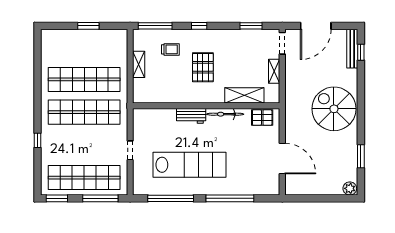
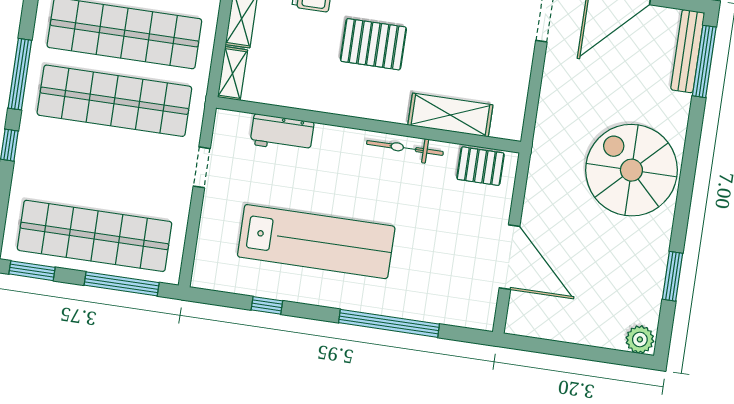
window: (361, 52) -> (704, 61), width x2.17
pallet: (203, 67) -> (373, 44), turned 90
shelving: (274, 71) -> (233, 73), moved
window: (37, 106) -> (20, 74), added
workbench: (191, 116) -> (282, 133), moved
doorway: (130, 150) -> (202, 167), moved
window: (171, 198) -> (267, 305), width x0.32

